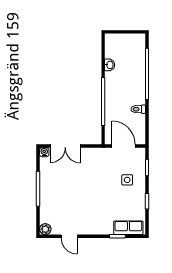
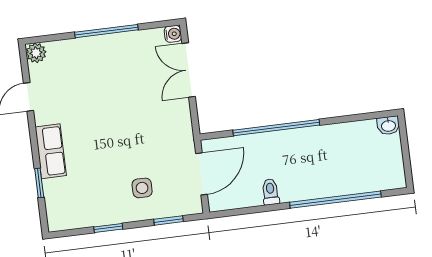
washbasin: (110, 65) -> (388, 125), moved
row of seats: (128, 228) -> (51, 151), moved

